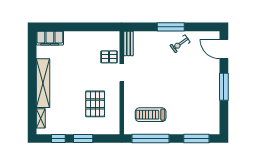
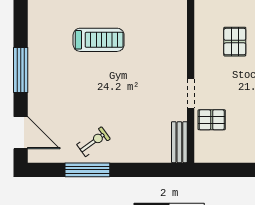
window: (171, 27) -> (87, 170), moved
pallet: (95, 104) -> (235, 42), width x0.67, depth x0.71
treadmill: (151, 115) -> (99, 40), moved

